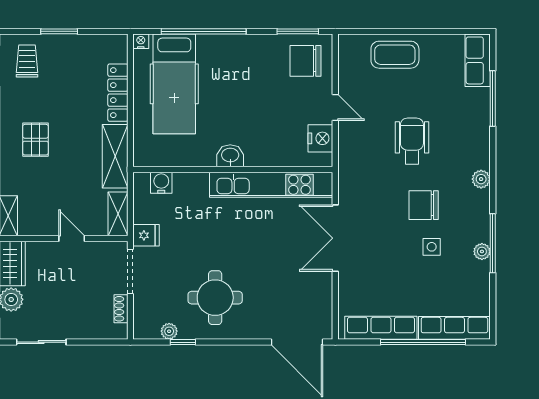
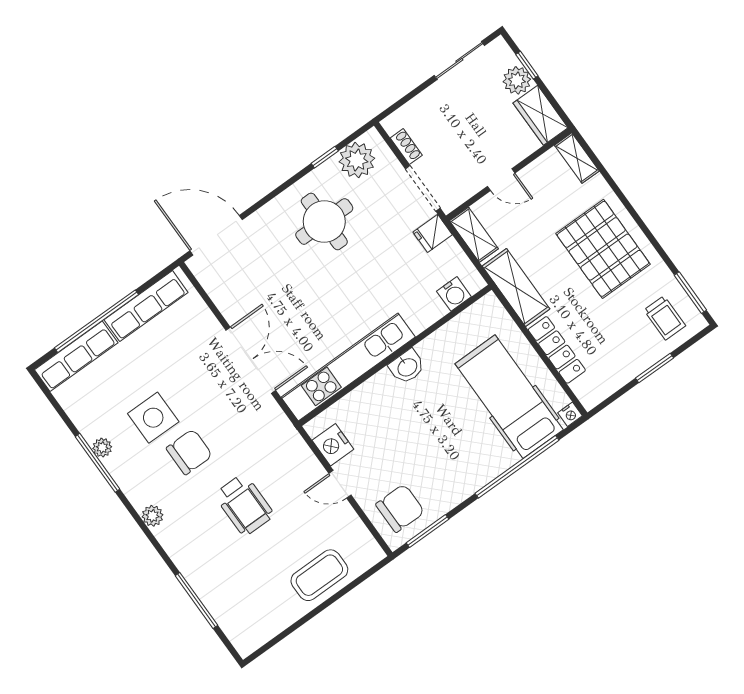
row of seats: (478, 60) -> (237, 626), removed
pallet: (35, 140) -> (603, 249), width x2.05, depth x2.00
side table: (432, 247) -> (153, 418), width x1.87, depth x1.87
plant: (169, 331) -> (357, 160), width x1.88, depth x1.88

